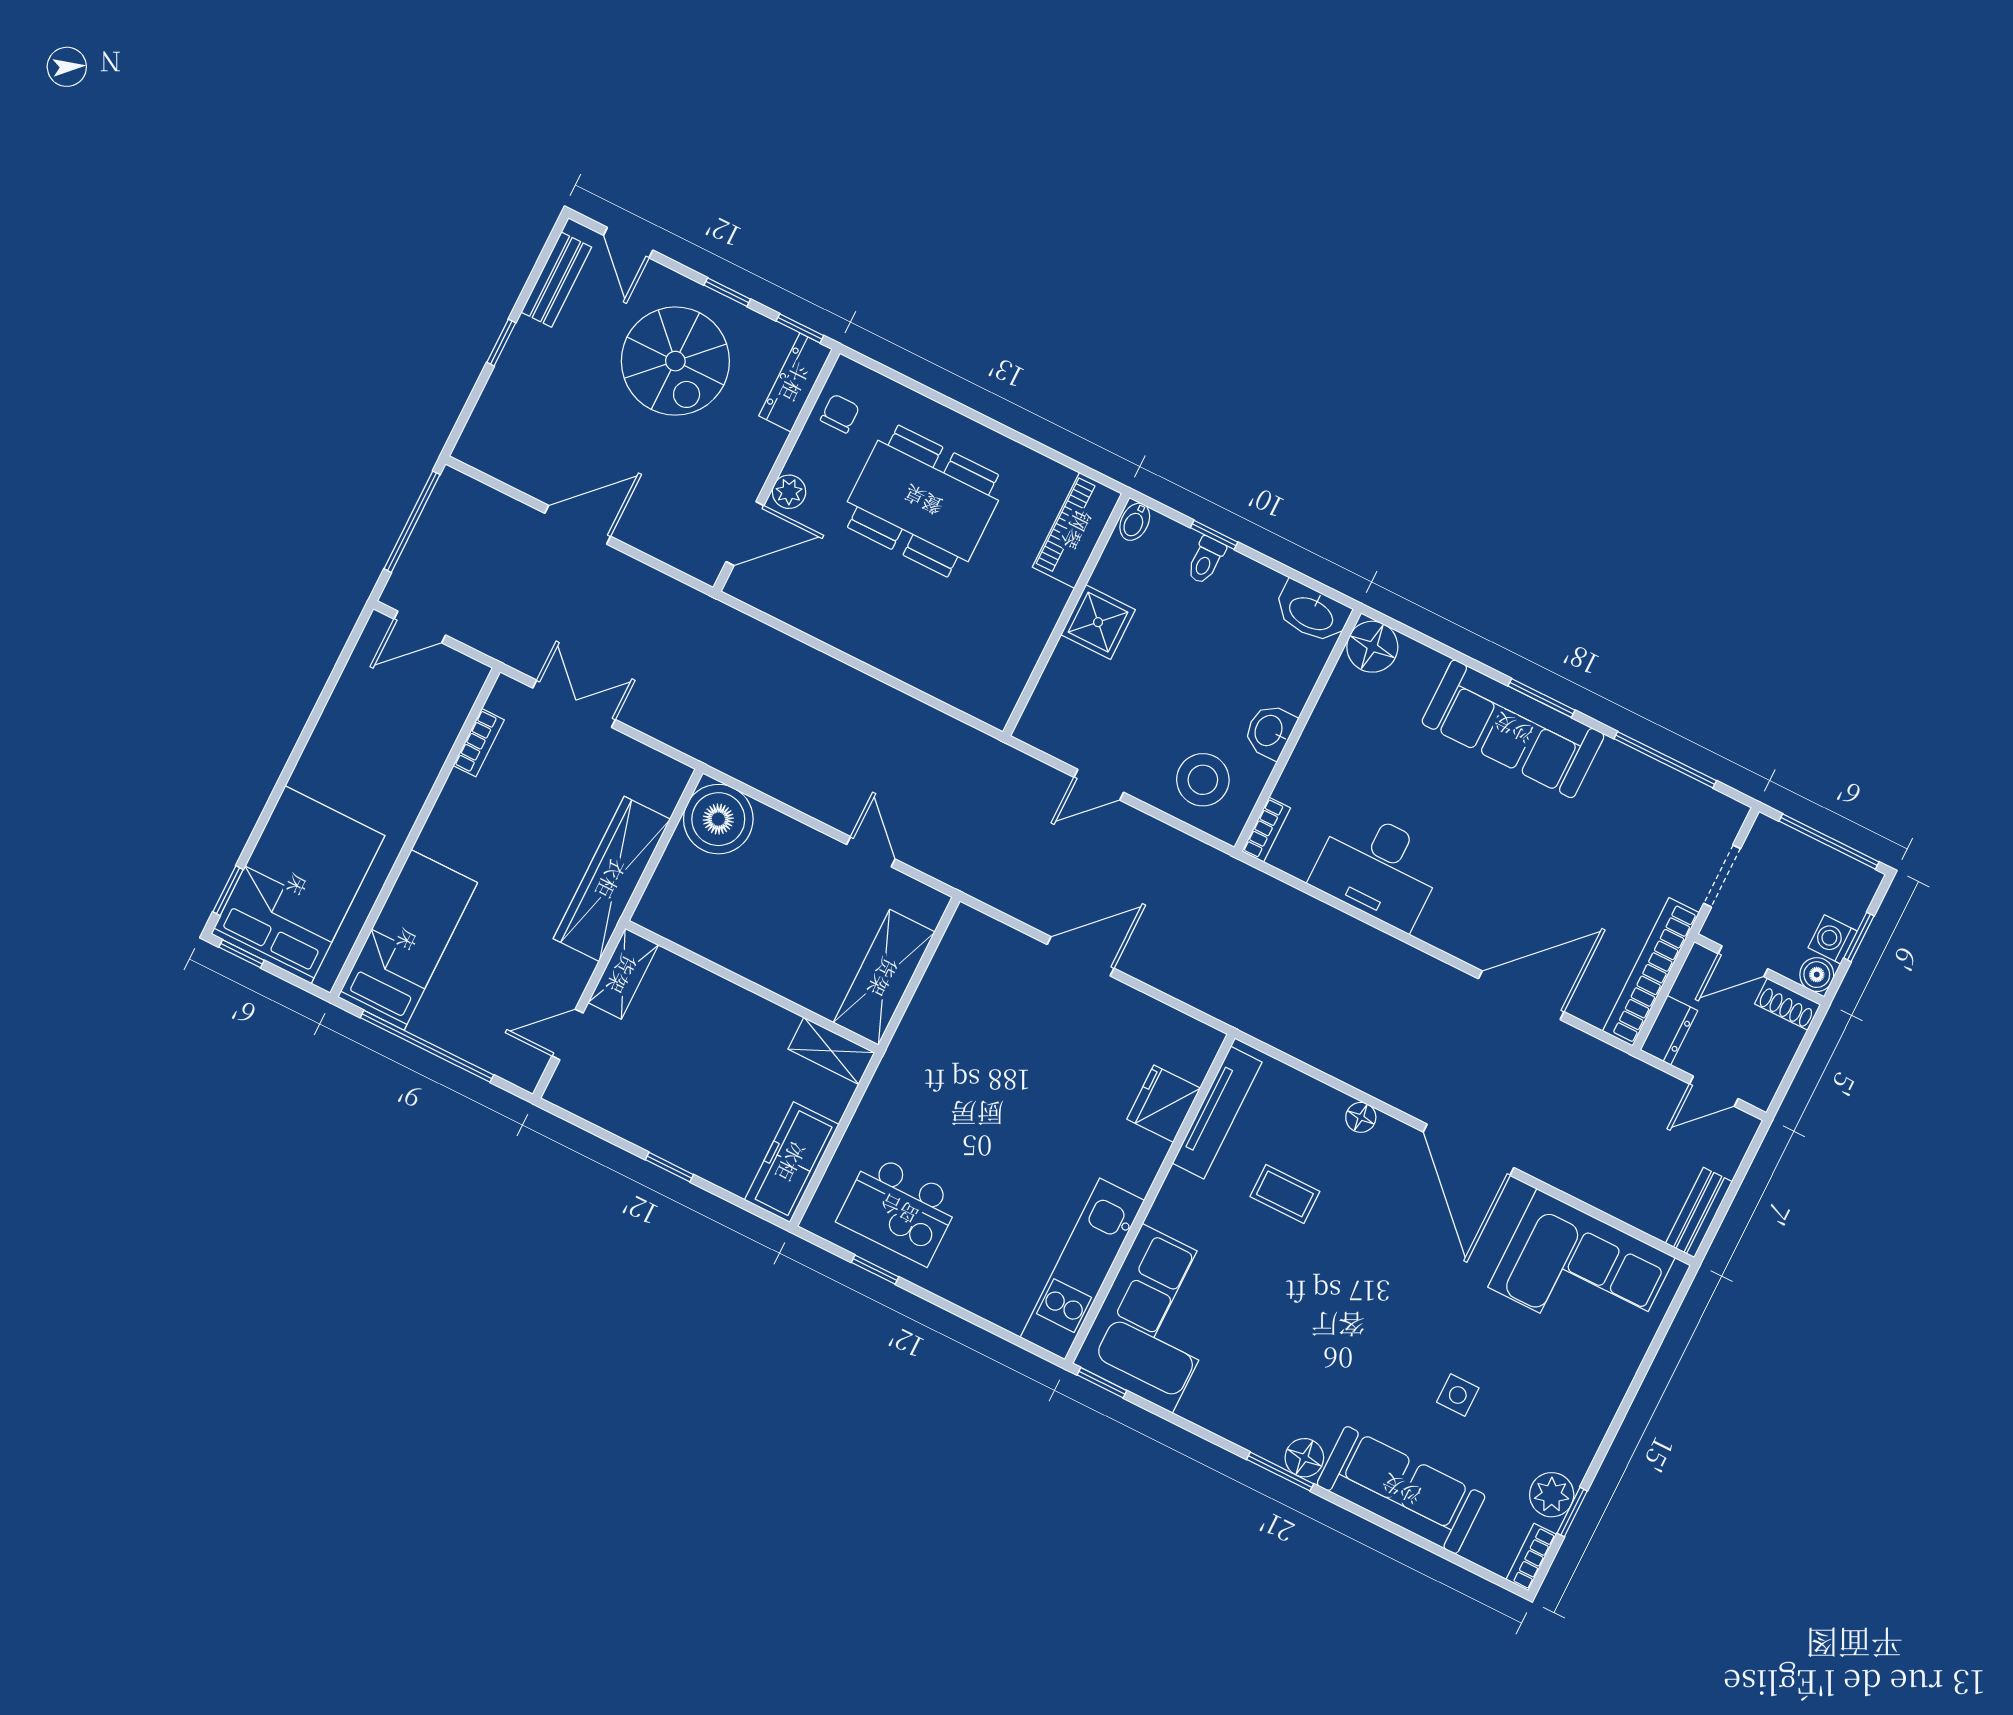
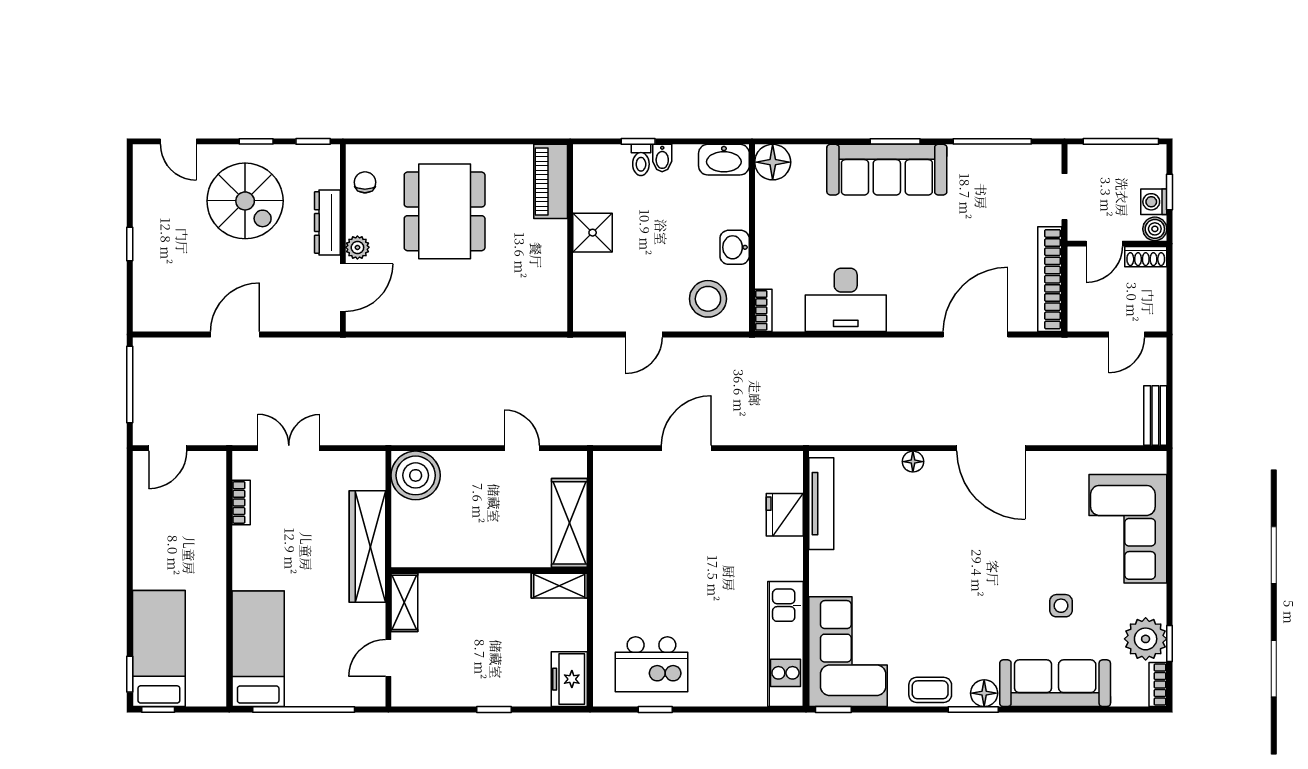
bench: (556, 280) -> (145, 187), removed
dresser: (796, 382) -> (327, 222), moved
dining table: (923, 501) -> (445, 211), turned 90
bidet: (1135, 522) -> (662, 158), moved
bed: (298, 885) -> (159, 648), width x0.67
dresser: (1669, 1030) -> (1079, 310), removed
freezer: (792, 1162) -> (569, 679), width x0.71
coffee table: (1285, 1194) -> (930, 690), moved
corner sofa: (1581, 1272) -> (1128, 529), moved, turned 90
plant: (1552, 1495) -> (1146, 639), width x1.36, depth x1.36

